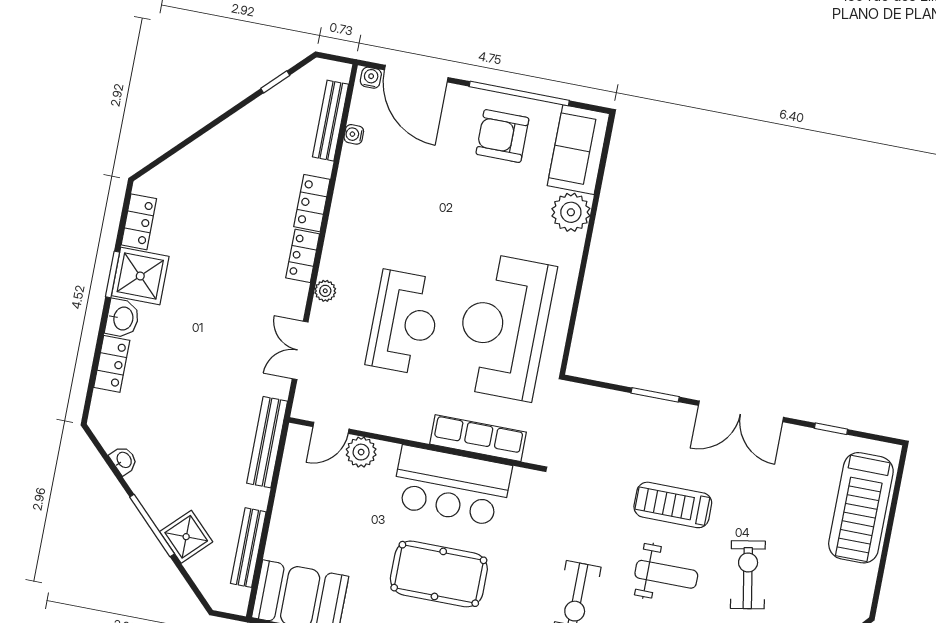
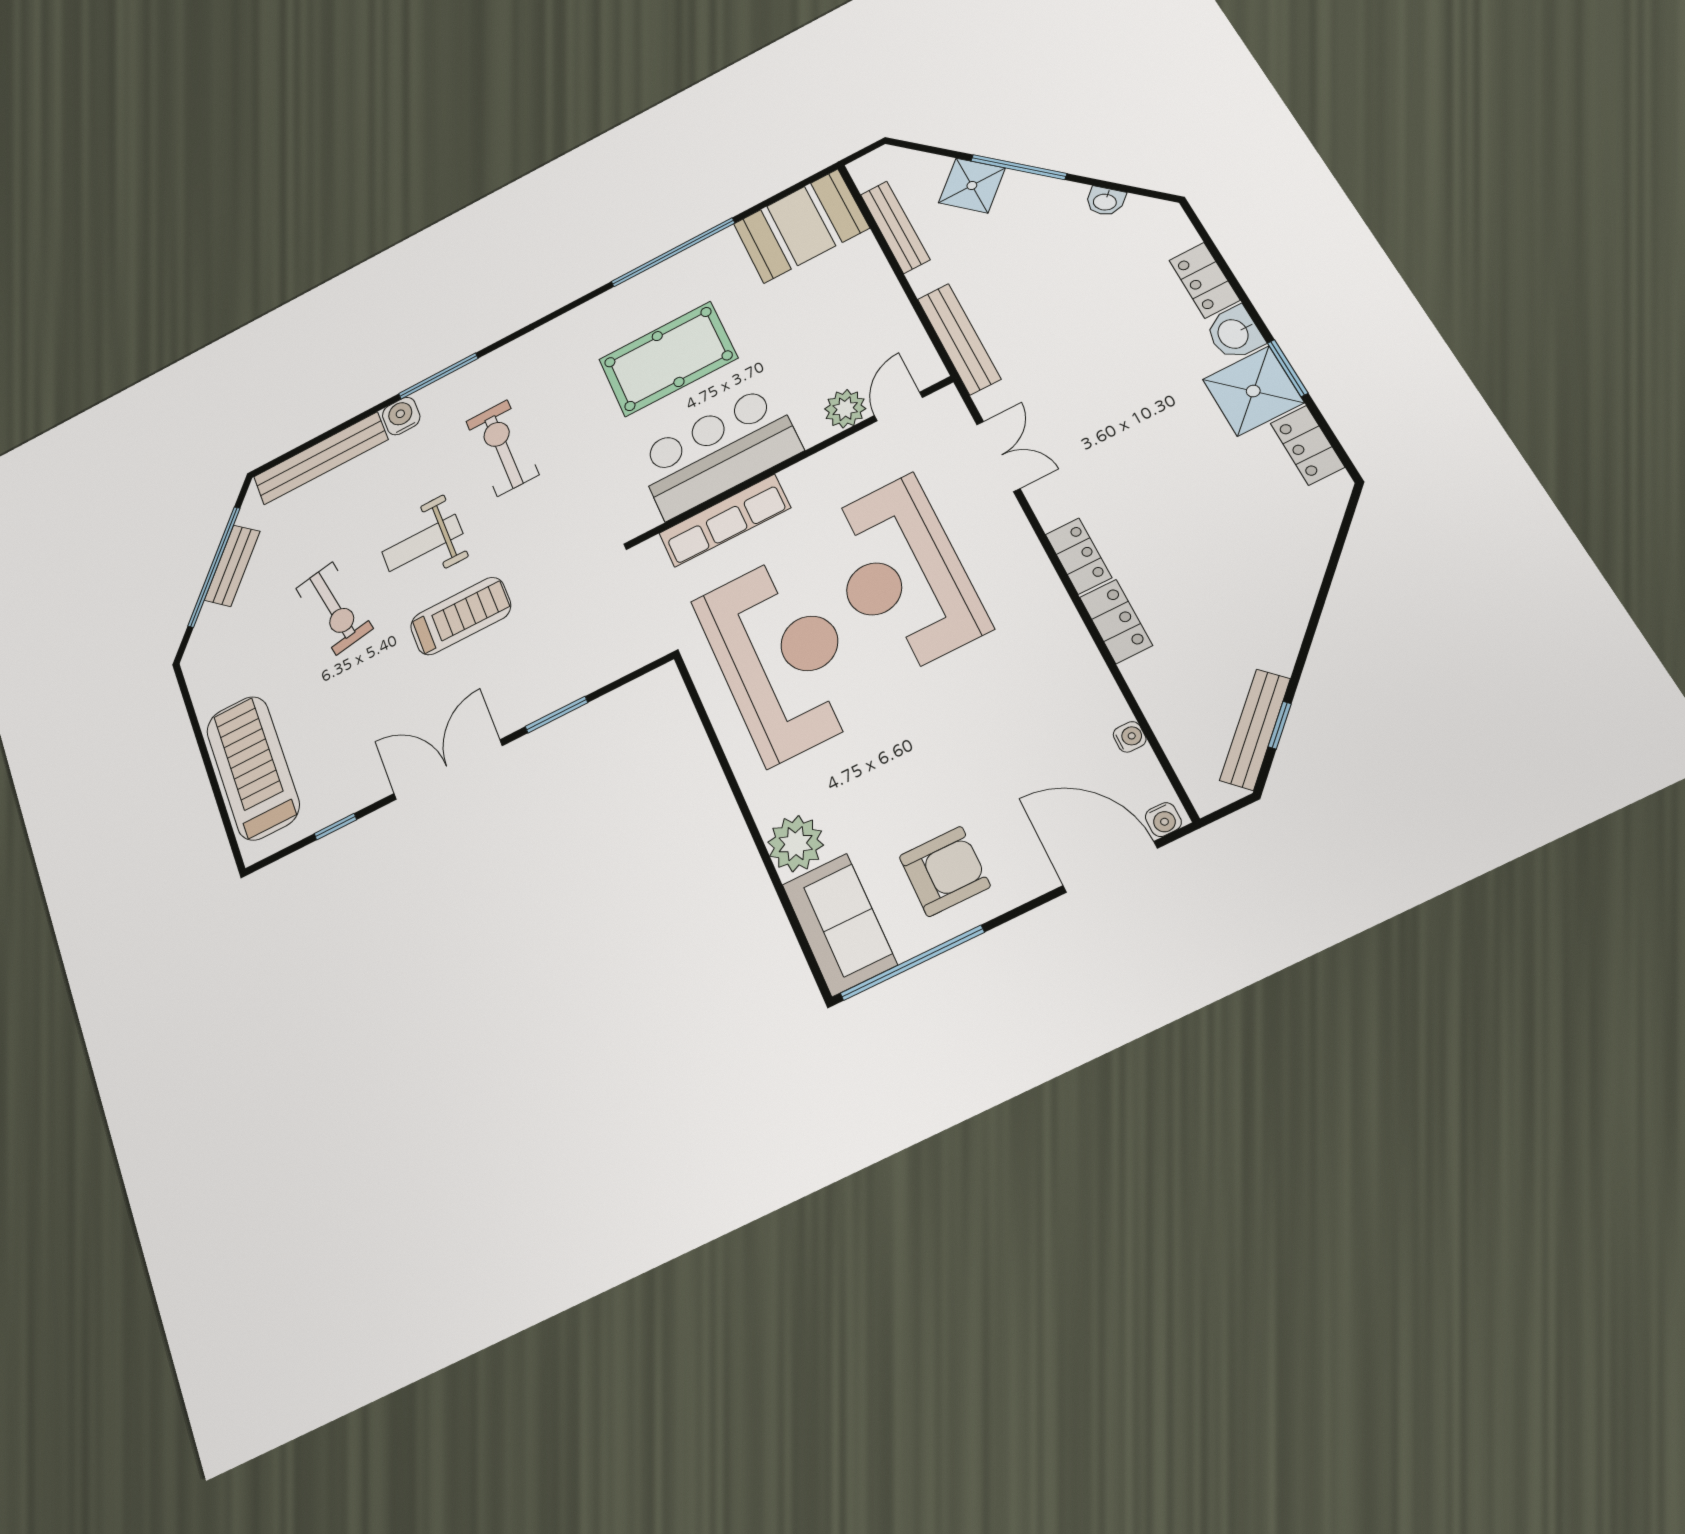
window: (519, 93) -> (912, 963), moved
bench: (330, 121) -> (1255, 729), moved, turned 45
plant: (325, 291) -> (1021, 539), removed
reception desk: (404, 322) -> (901, 575), width x1.36, depth x1.30

